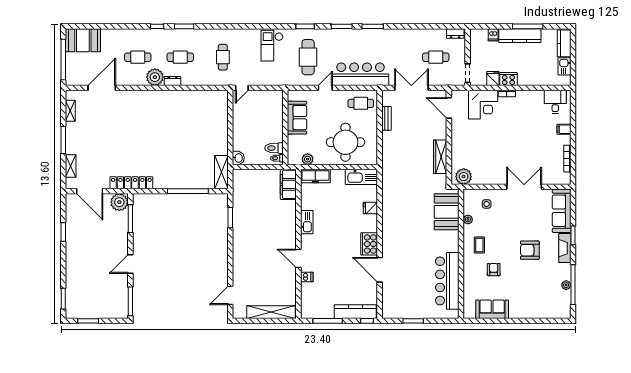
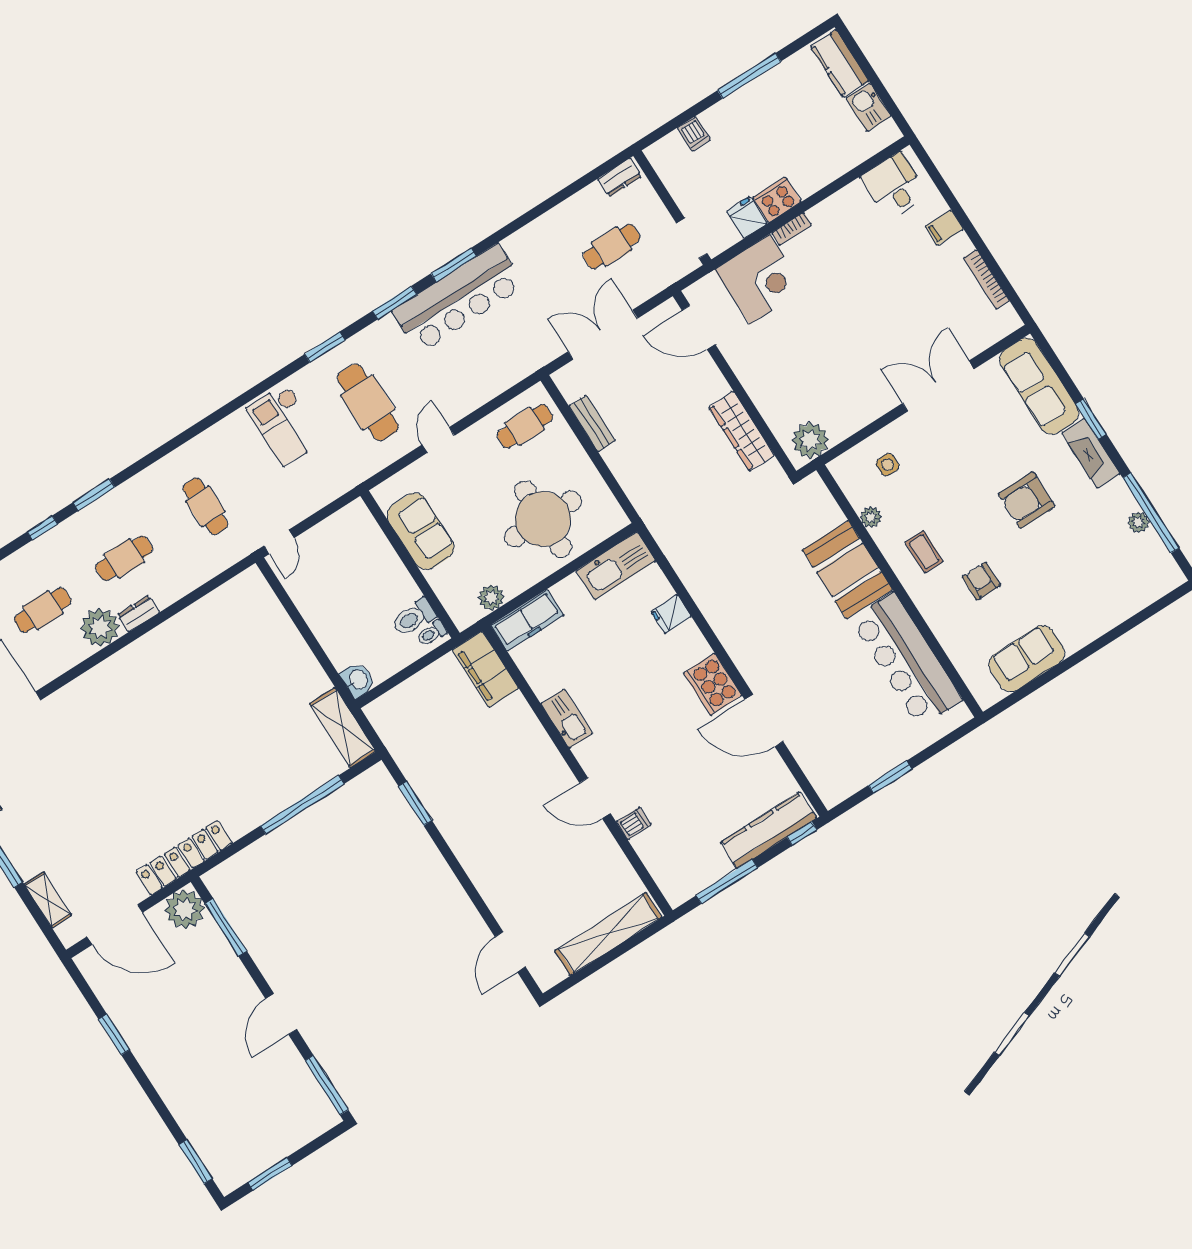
kitchen counter: (520, 36) -> (746, 103), removed
bar counter: (361, 74) -> (458, 298), moved, turned 180
booth: (447, 212) -> (847, 570), moved

